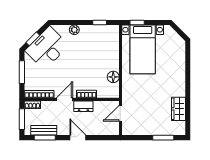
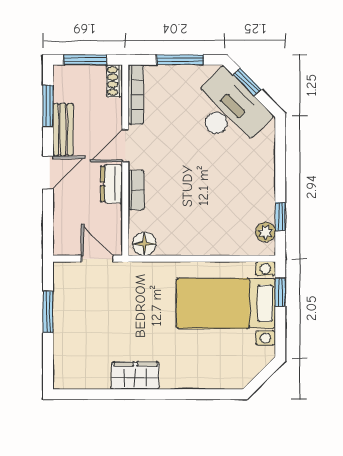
plant: (74, 30) -> (266, 232), moved
floor lamp: (113, 77) -> (144, 244), moved
door: (64, 99) -> (125, 146), swing flipped
wardrobe: (178, 109) -> (135, 376), moved
bench: (44, 130) -> (63, 129), moved
window: (163, 138) -> (48, 312), moved

